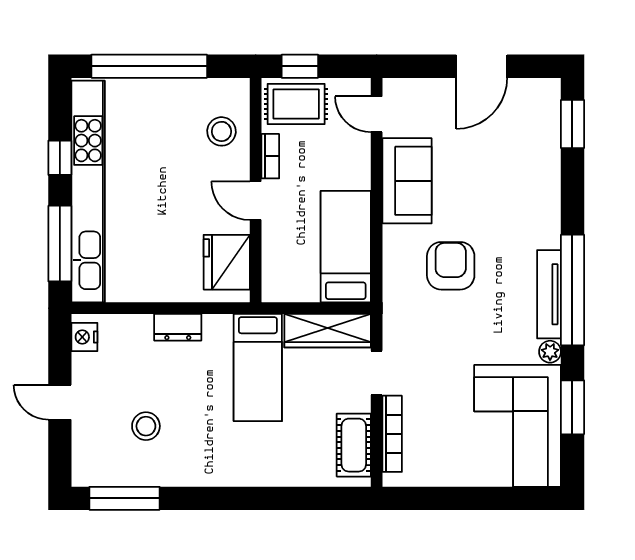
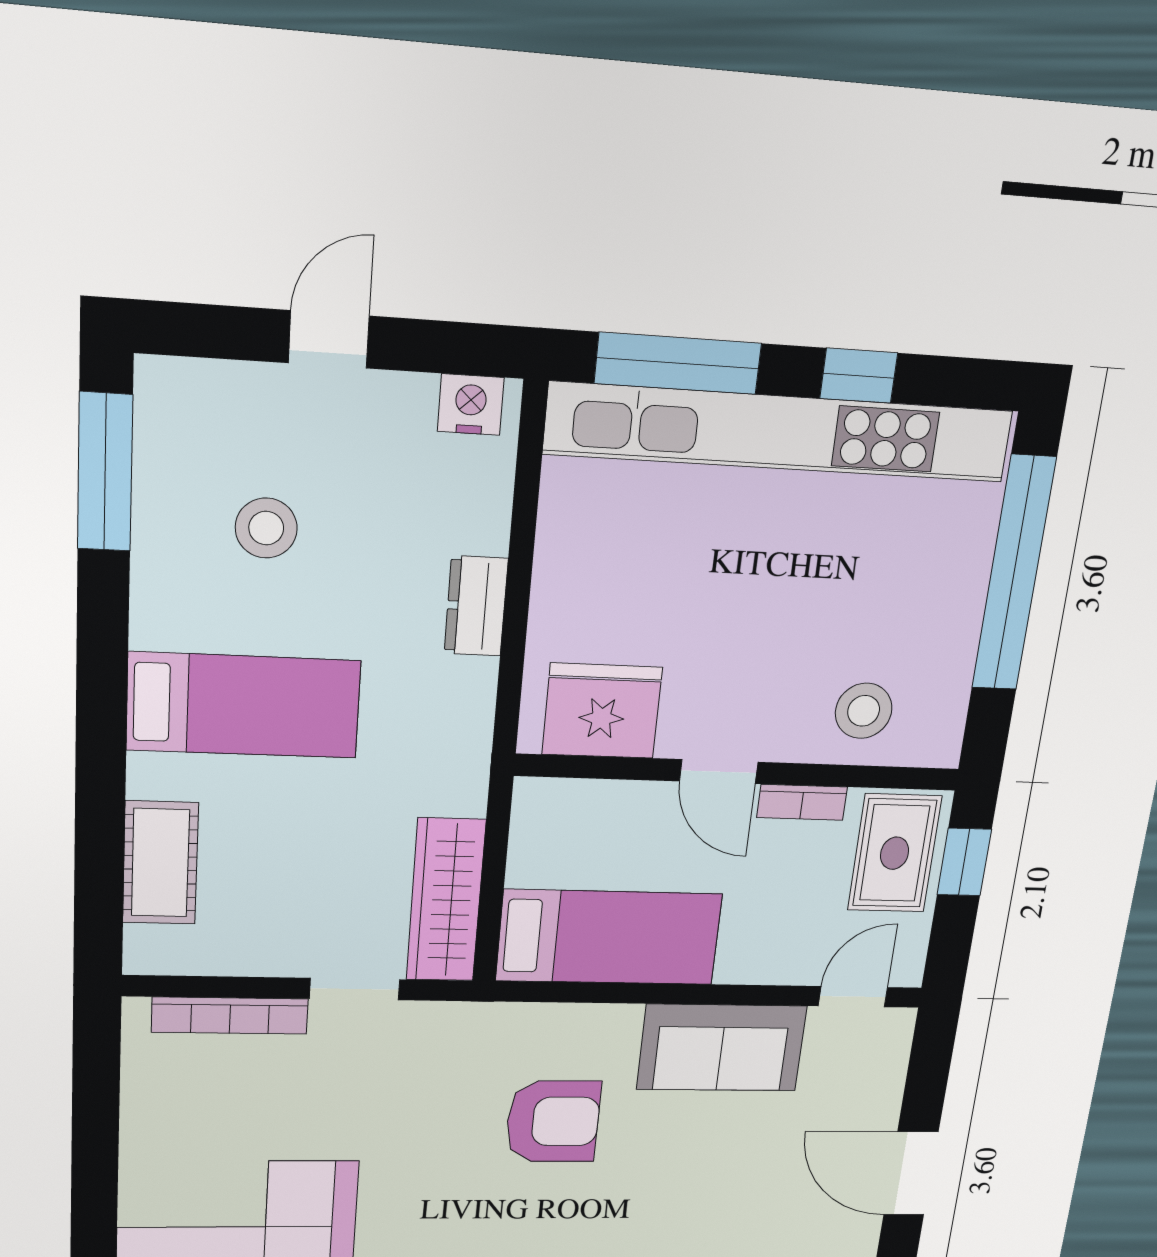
door: (256, 201) -> (719, 772), swing flipped
bed: (258, 368) -> (244, 705), moved, turned 180
cot: (354, 445) -> (160, 863), moved, turned 90

